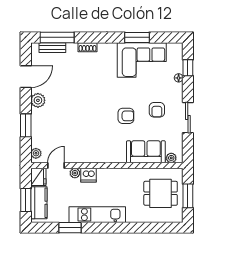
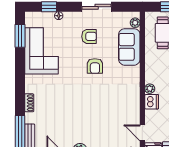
window: (137, 37) -> (20, 36), moved
armchair: (126, 116) -> (95, 66), turned 180
plant: (75, 173) -> (150, 89), moved

